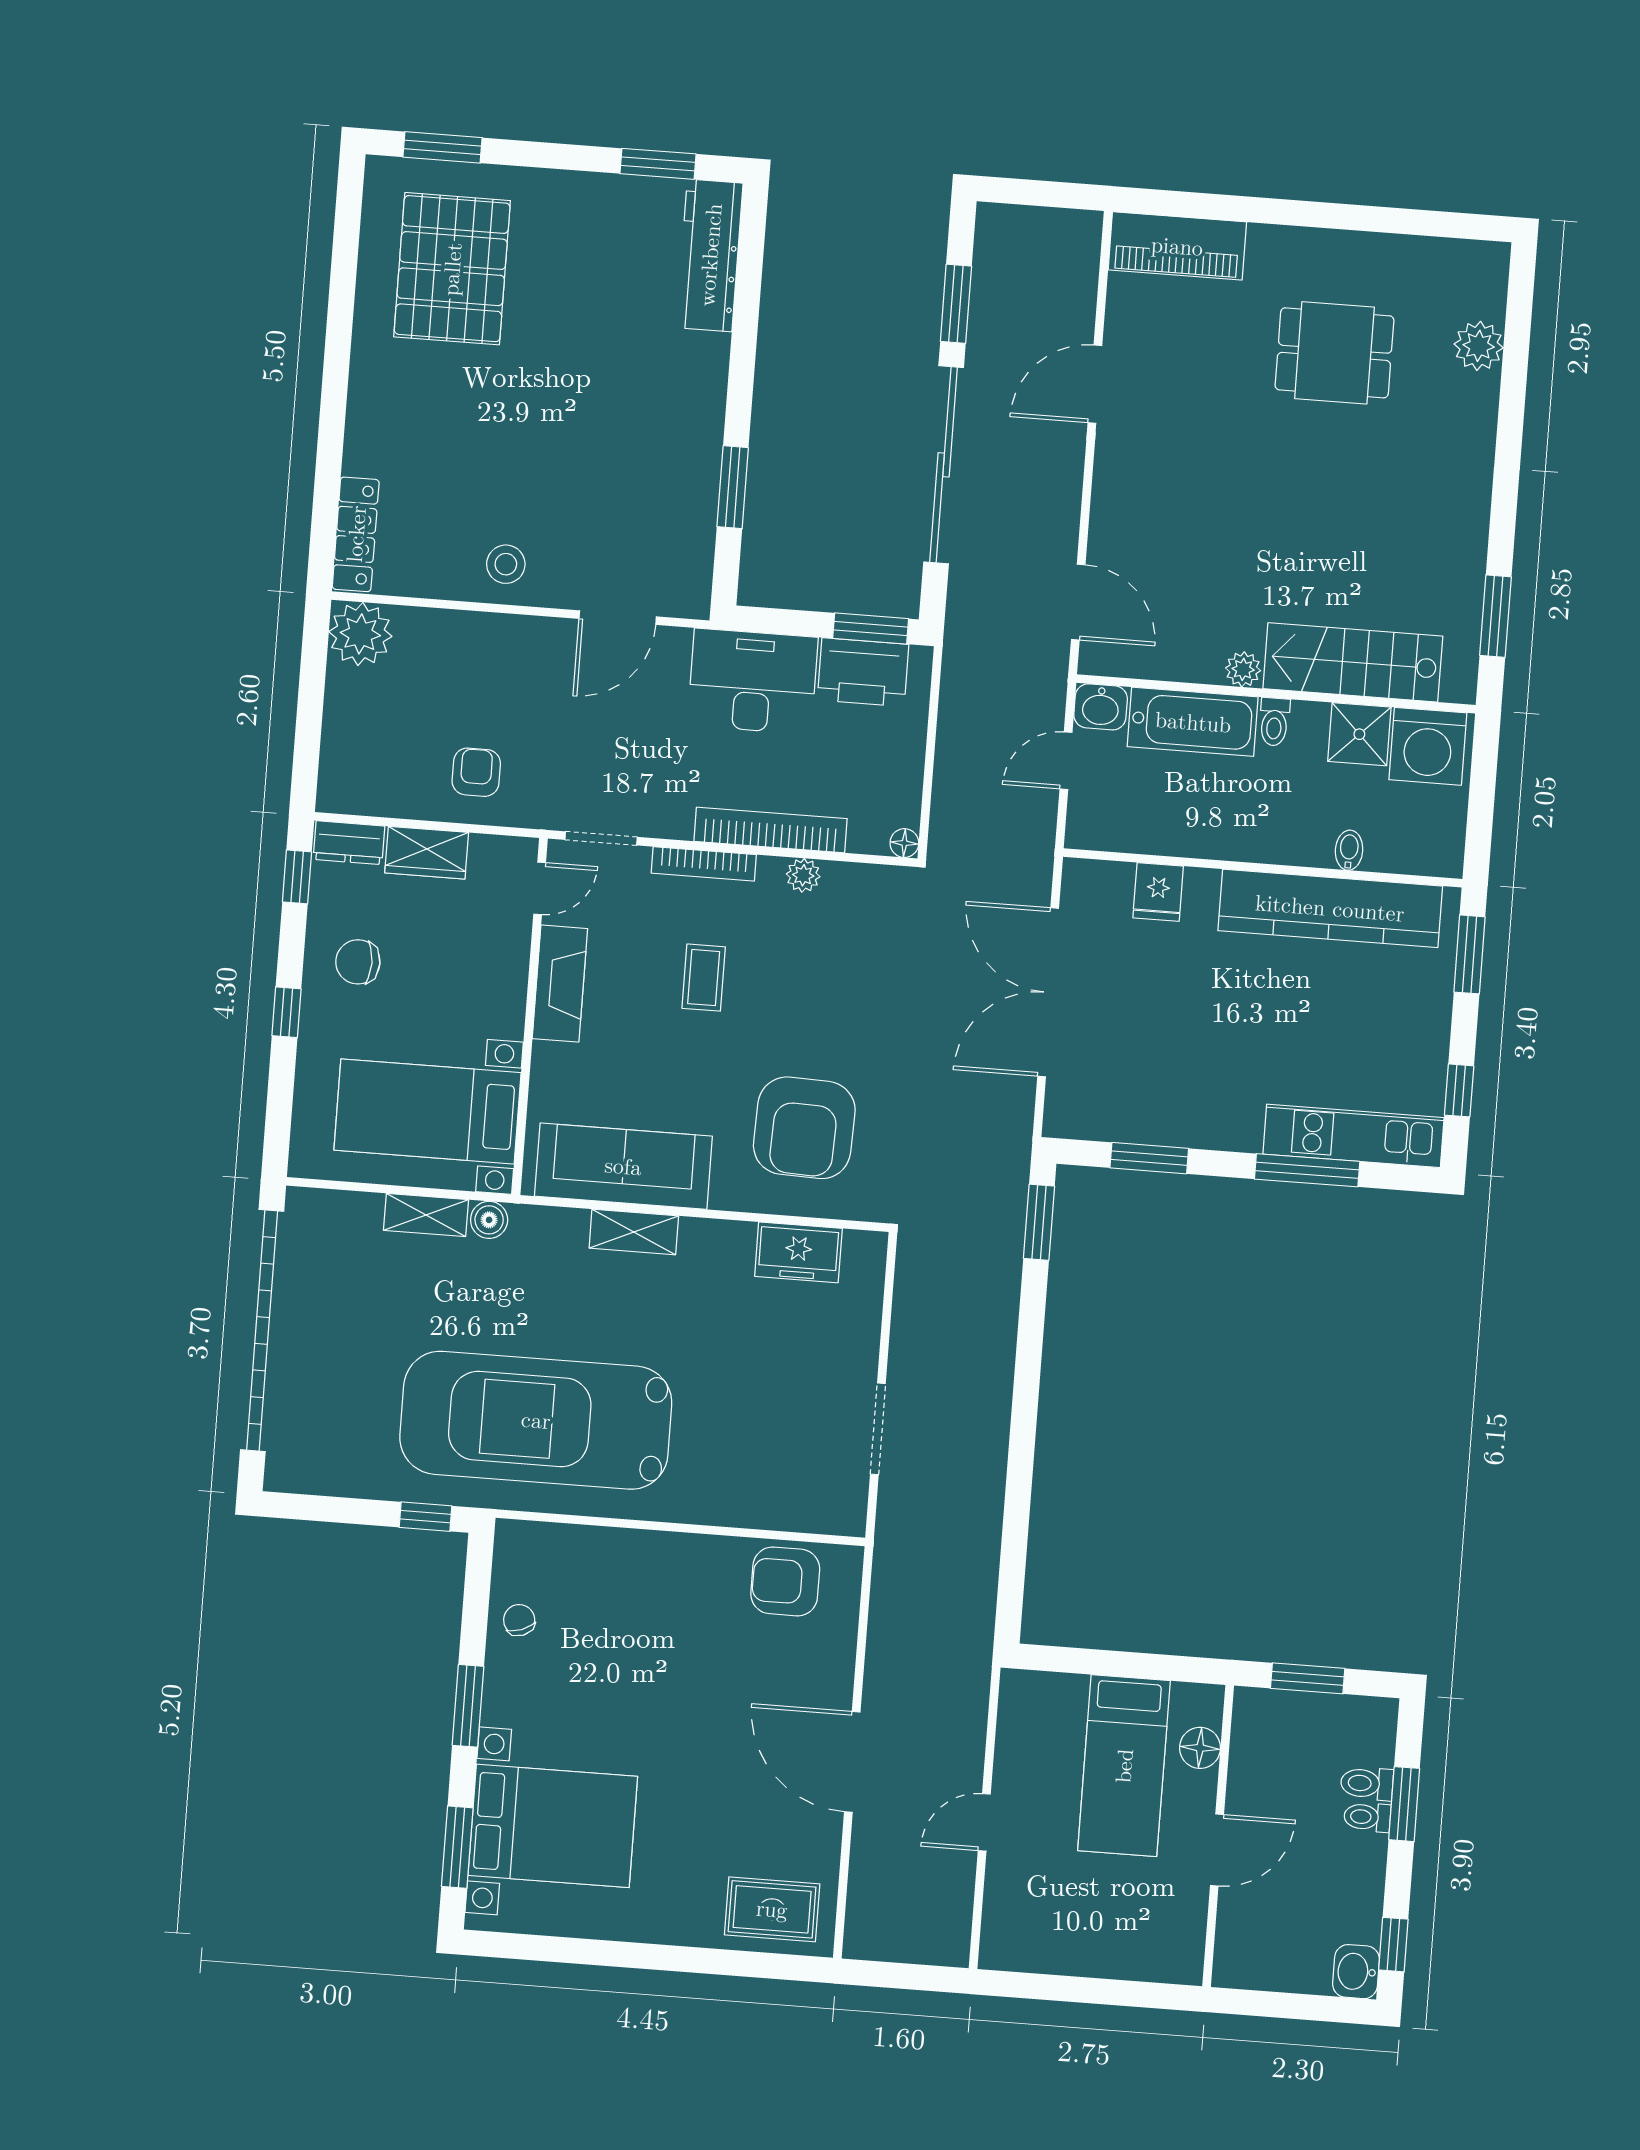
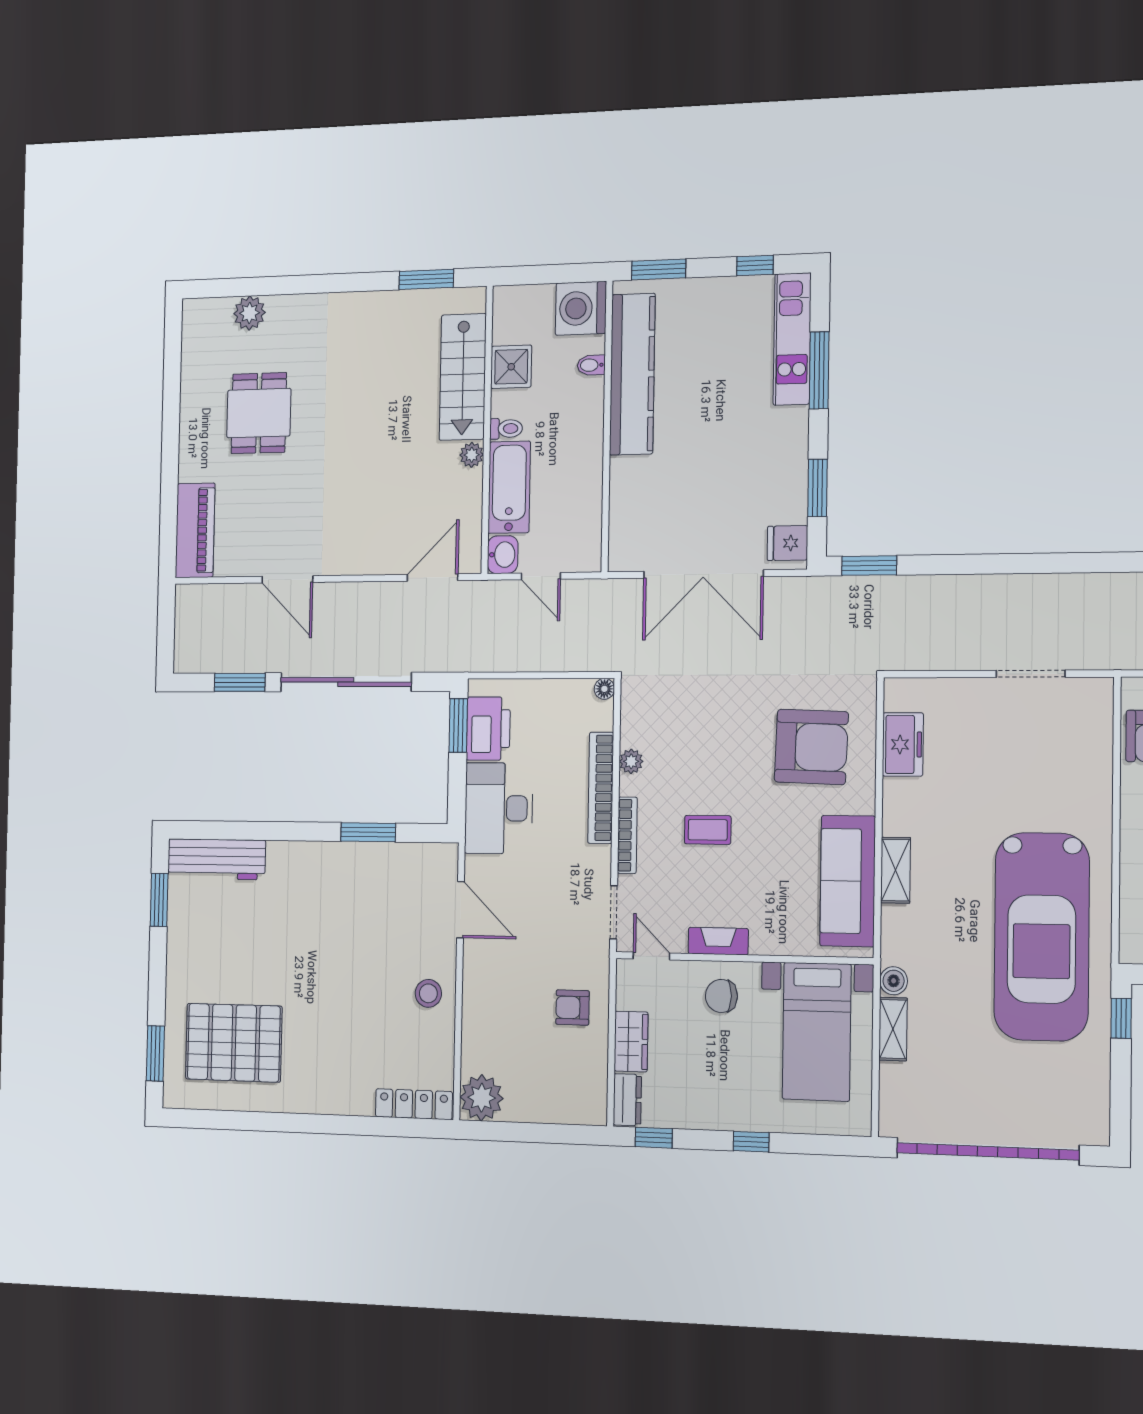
washing machine: (1428, 746) -> (581, 308), moved, turned 180
fridge: (1158, 892) -> (787, 543), moved, turned 180
chair: (358, 962) -> (721, 996), moved, turned 90
fireplace: (560, 984) -> (718, 941), width x0.73, depth x0.76

